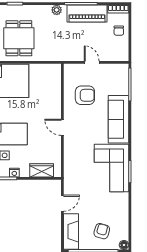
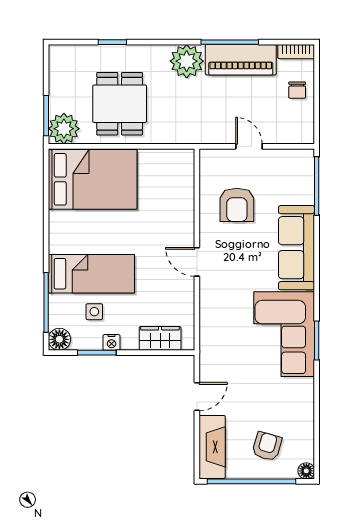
plant: (57, 10) -> (187, 61), width x1.88, depth x1.88
armchair: (85, 95) -> (237, 205), turned 90

